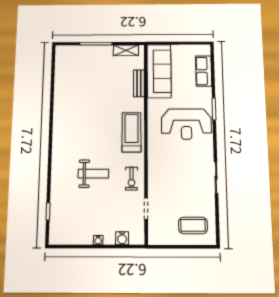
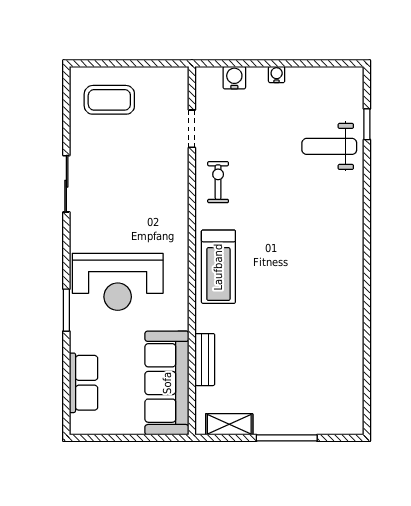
reception desk: (186, 124) -> (118, 282), turned 180
weight bench: (93, 174) -> (329, 146), moved

